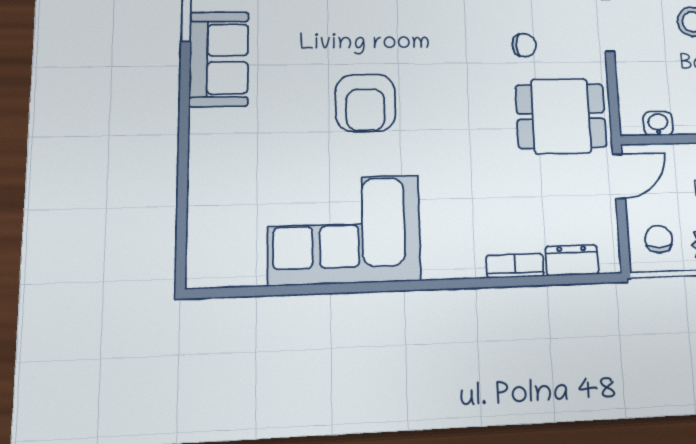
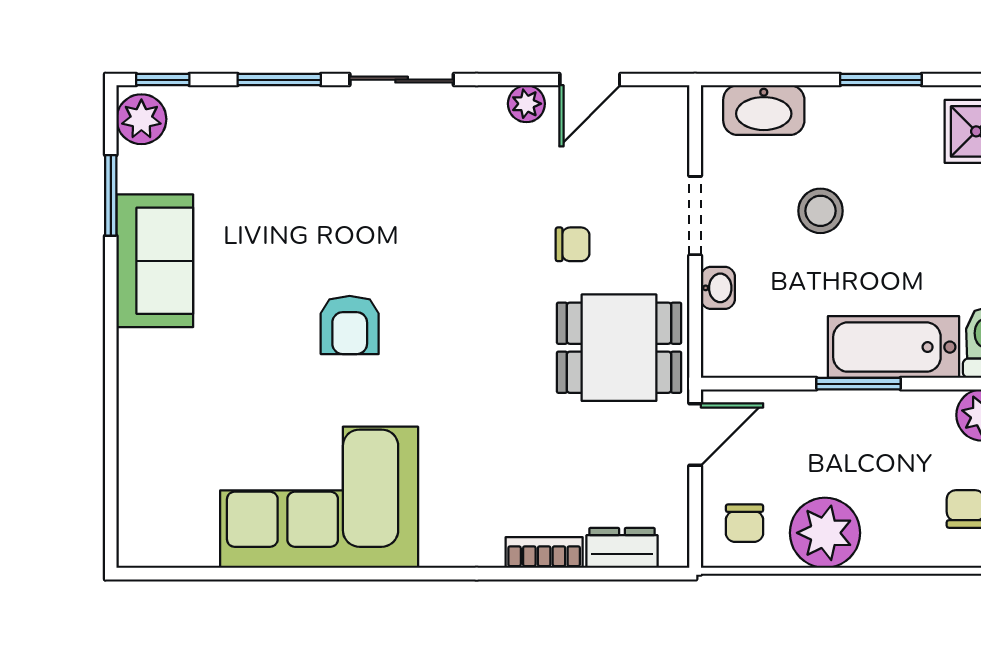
armchair: (365, 103) -> (350, 325), width x0.72, depth x0.72
washbasin: (658, 124) -> (718, 288), moved, turned 90
chair: (659, 239) -> (744, 523), turned 180

